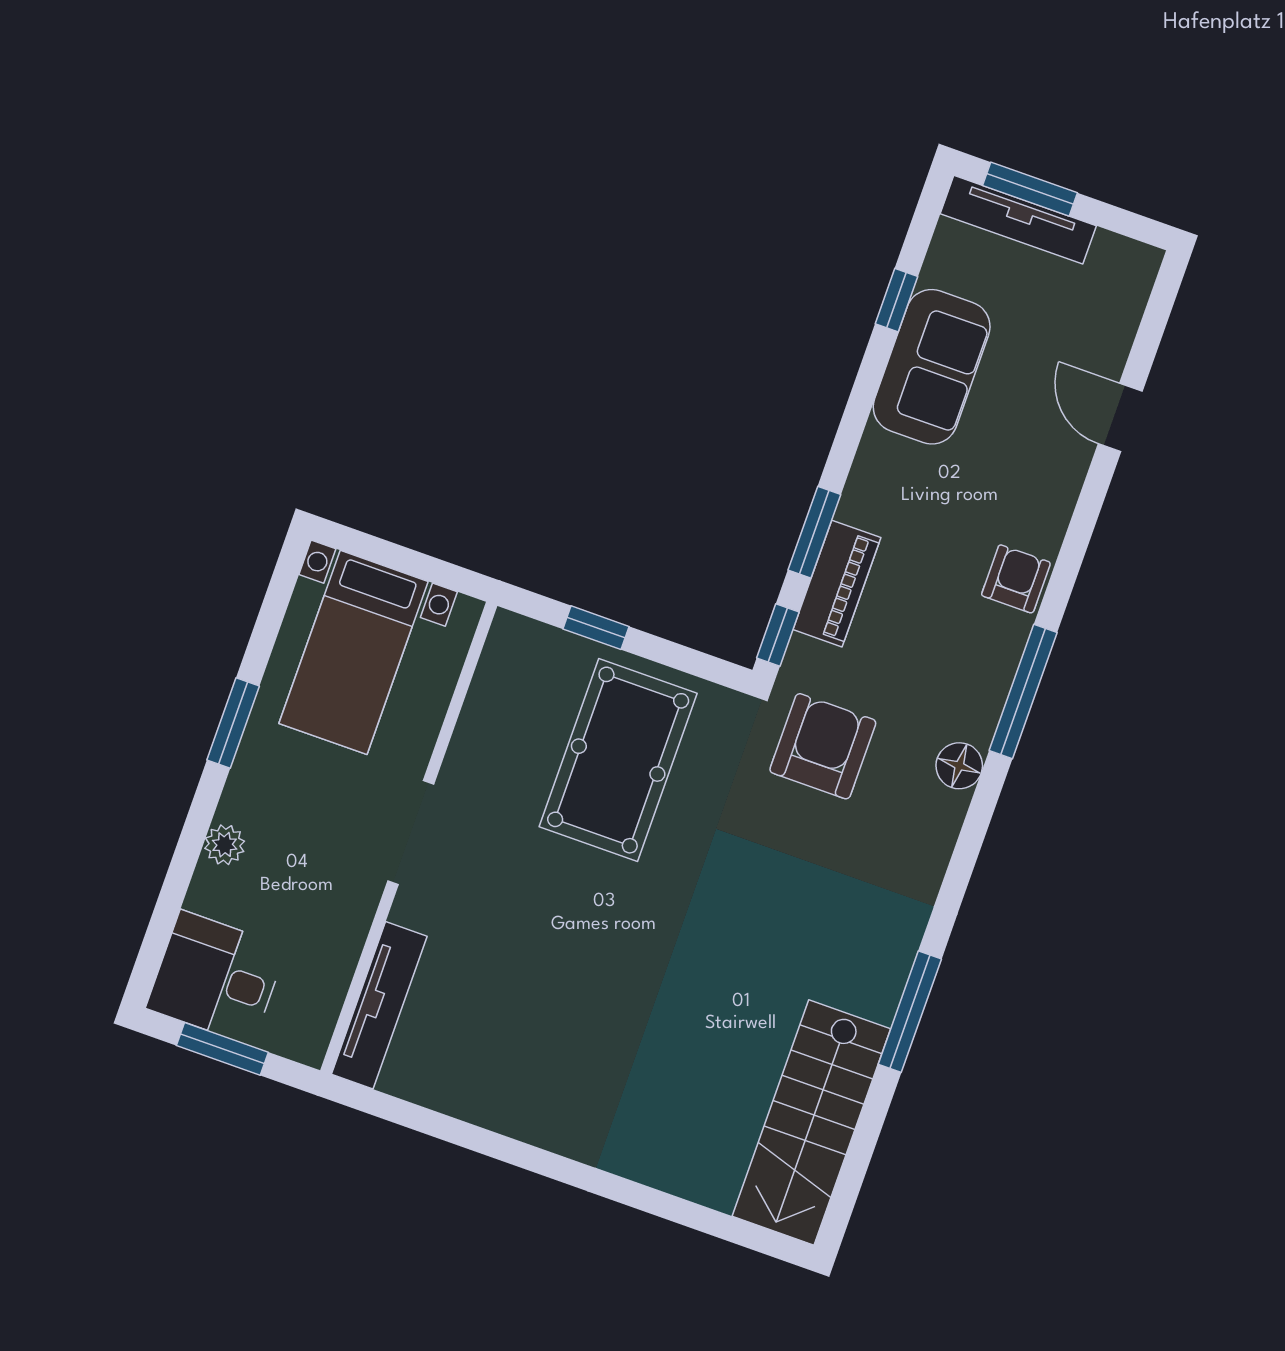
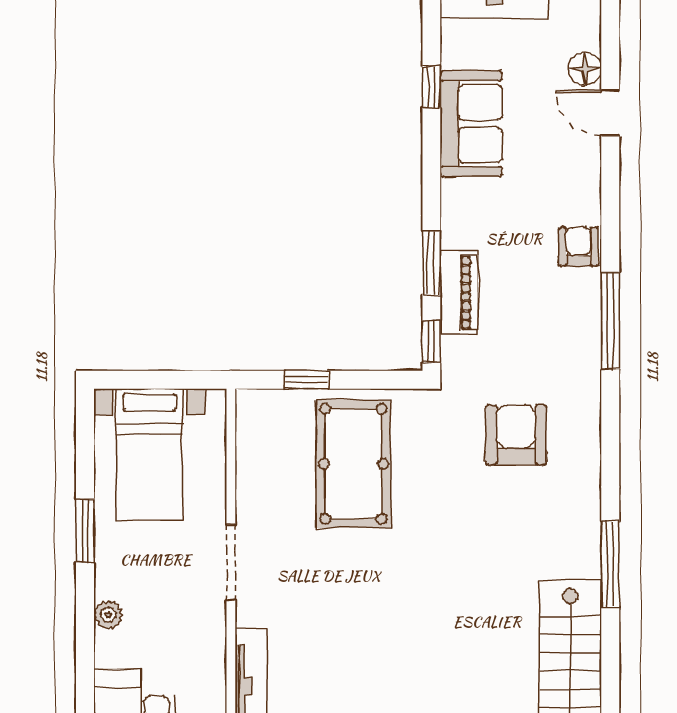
armchair: (823, 746) -> (516, 435), moved
floor lamp: (959, 766) -> (585, 69), moved

